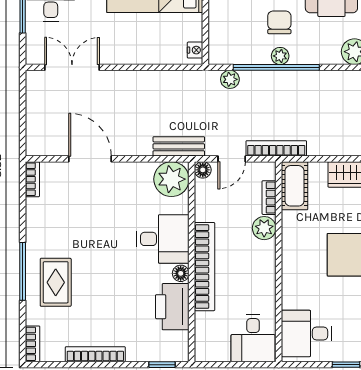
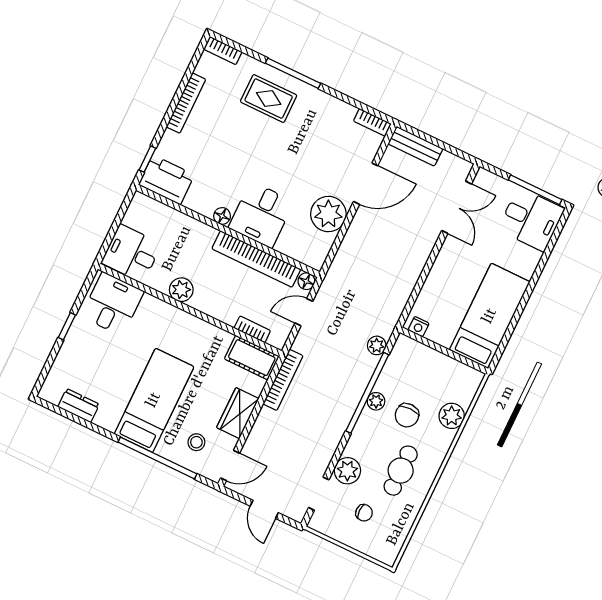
chair: (279, 22) -> (407, 415), turned 90
bench: (179, 146) -> (415, 146), moved, turned 90
bookcase: (276, 148) -> (283, 380), moved
door: (232, 159) -> (304, 312), hinge flipped
plant: (171, 179) -> (328, 214), moved
plant: (264, 228) -> (181, 290), moved
bookcase: (205, 267) -> (256, 259), moved
printer: (172, 307) -> (166, 180), moved

